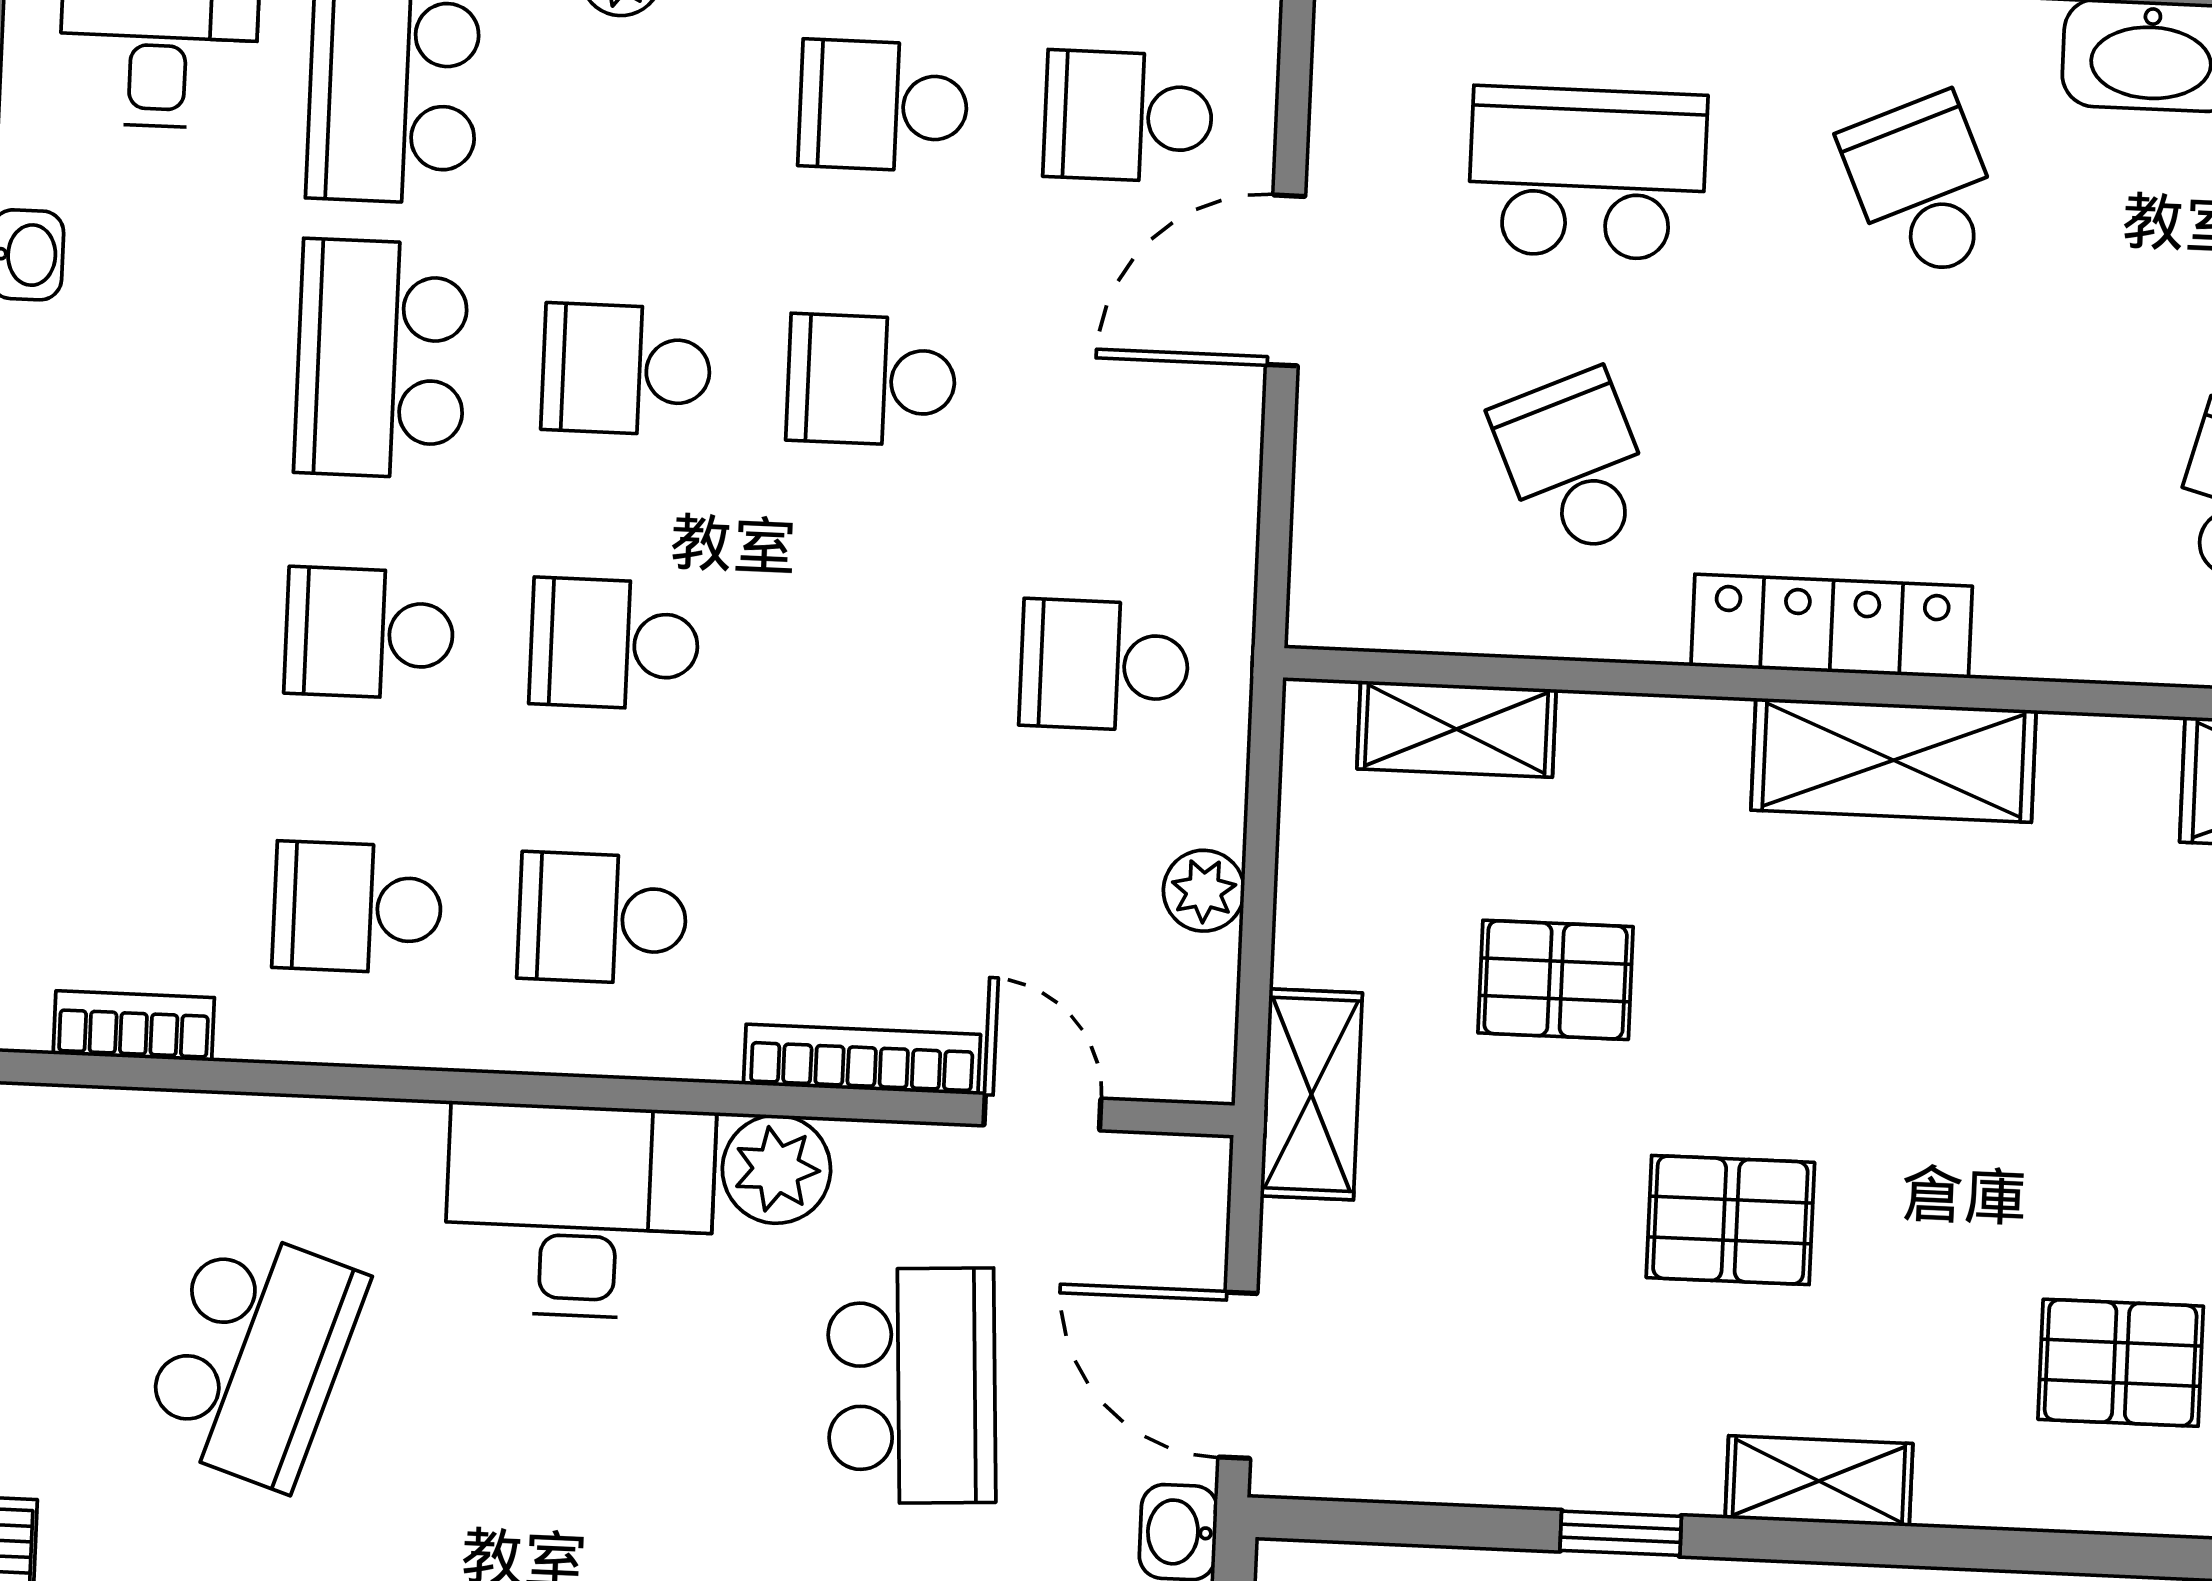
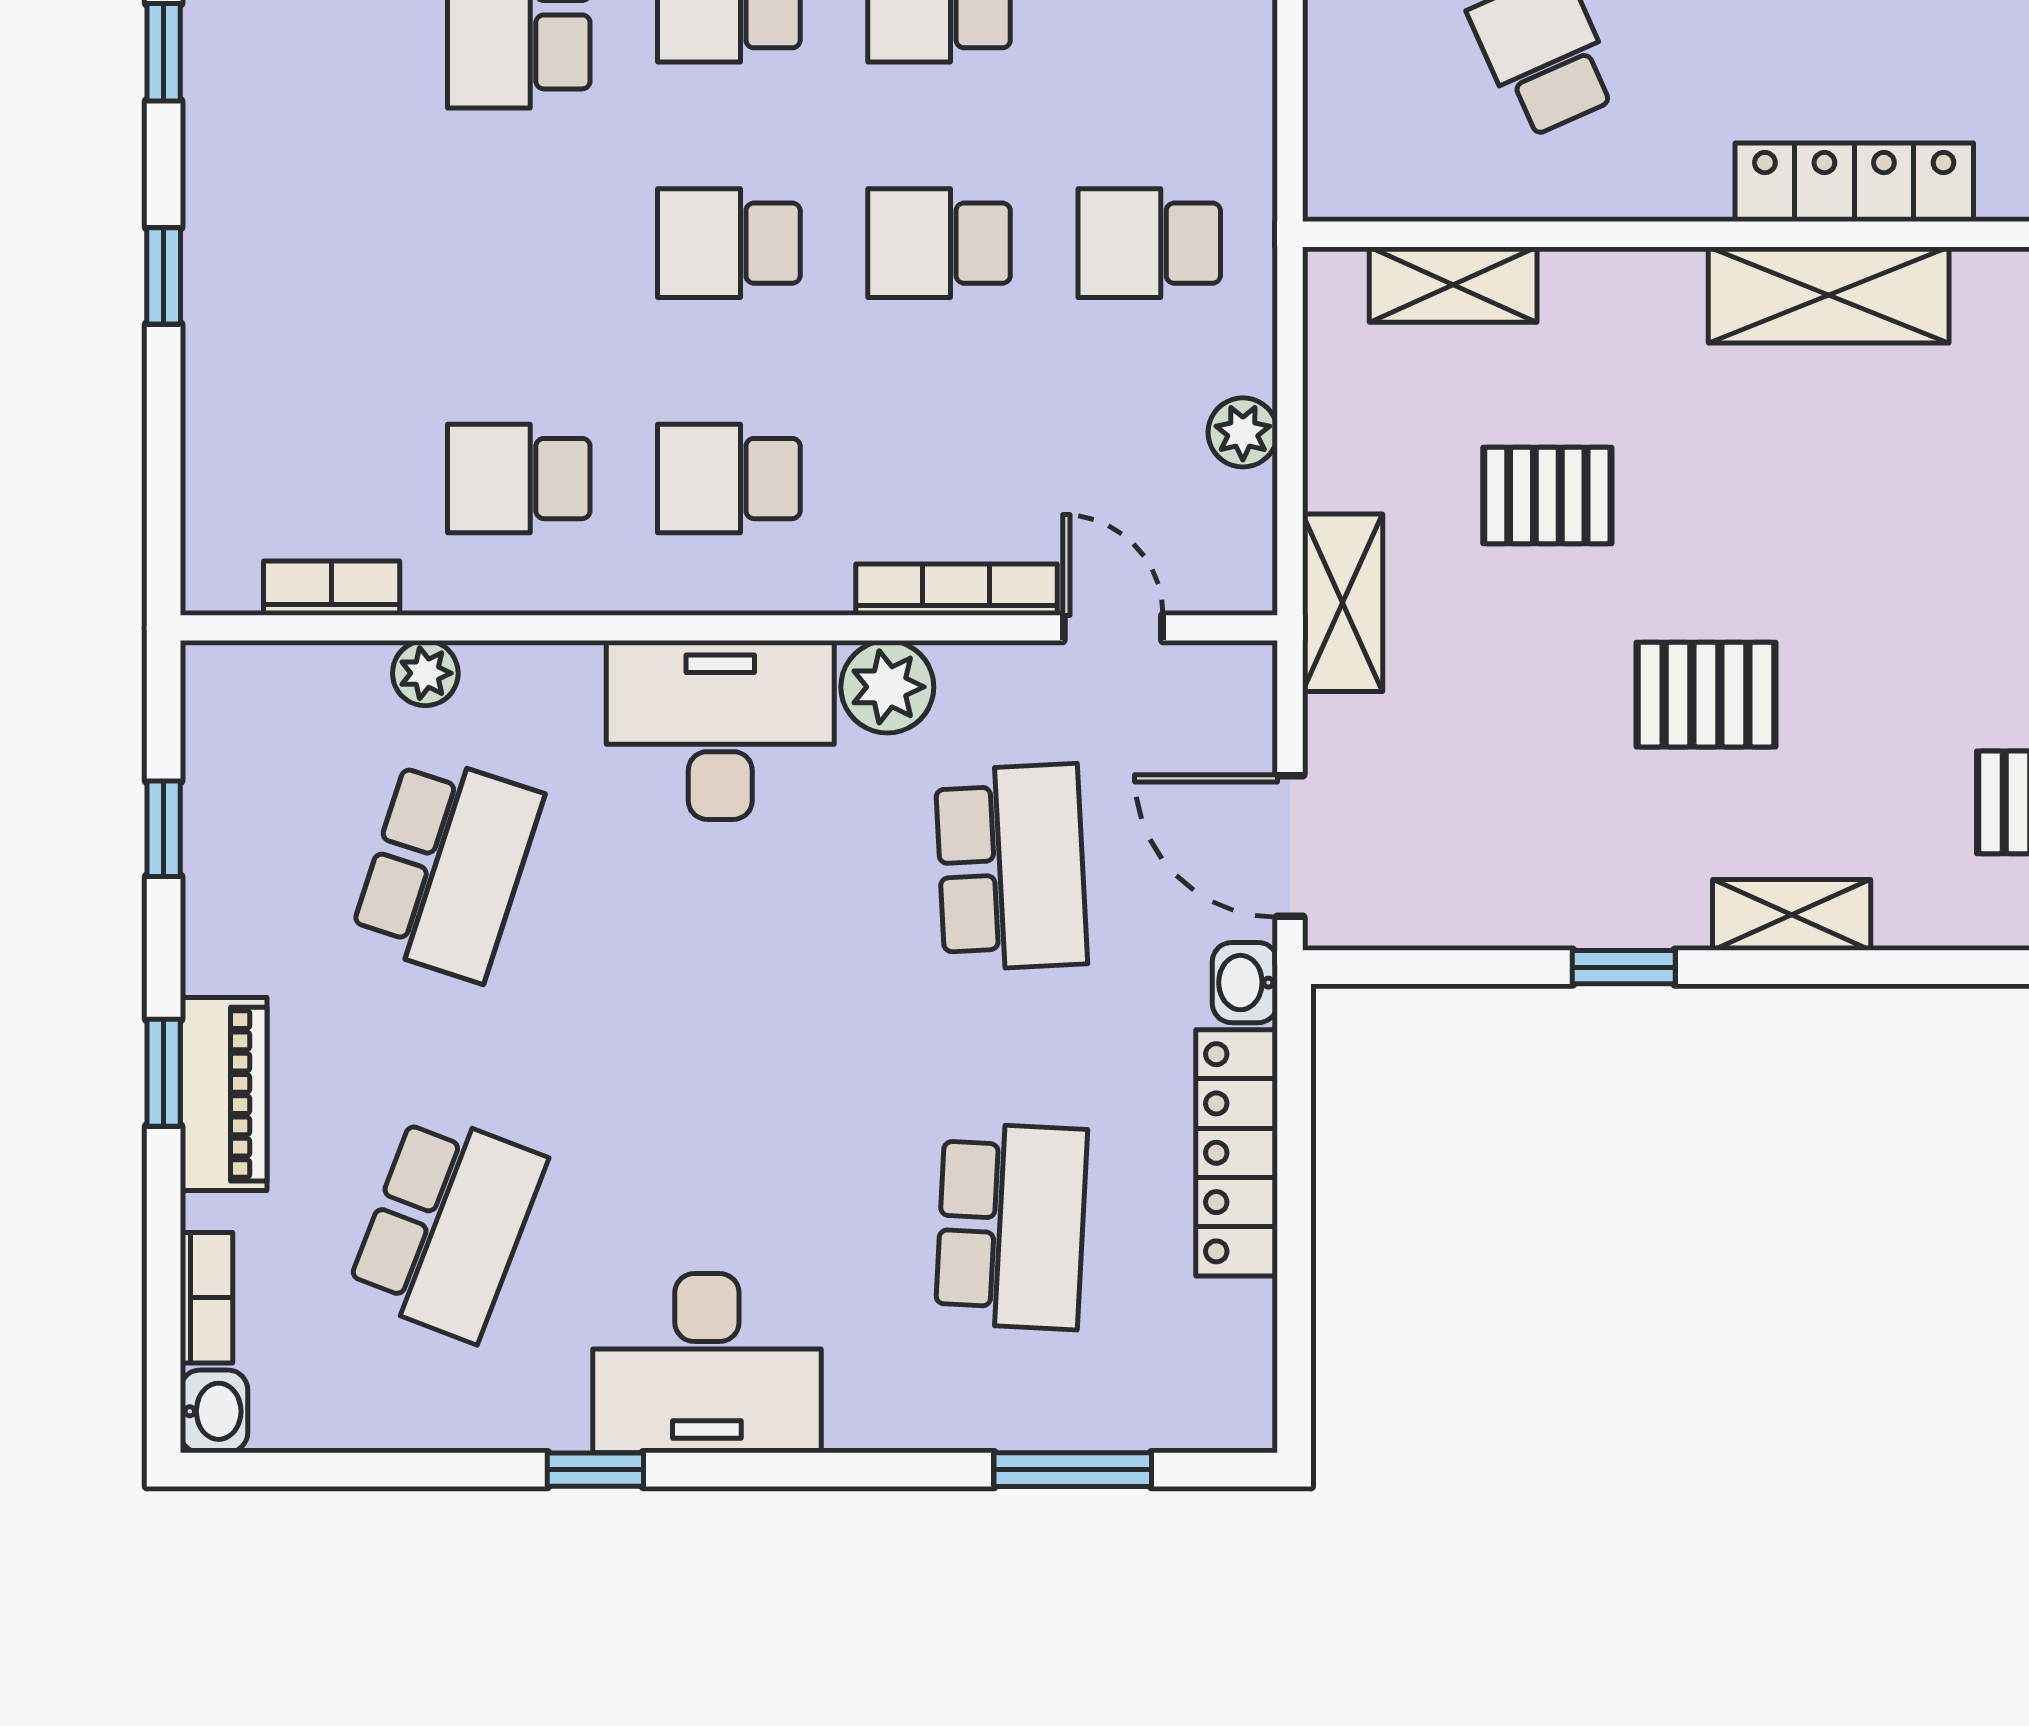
locker: (1832, 626) -> (1854, 182), moved
school desk: (369, 633) -> (939, 243), moved
plant: (239, 1130) -> (425, 673), added

